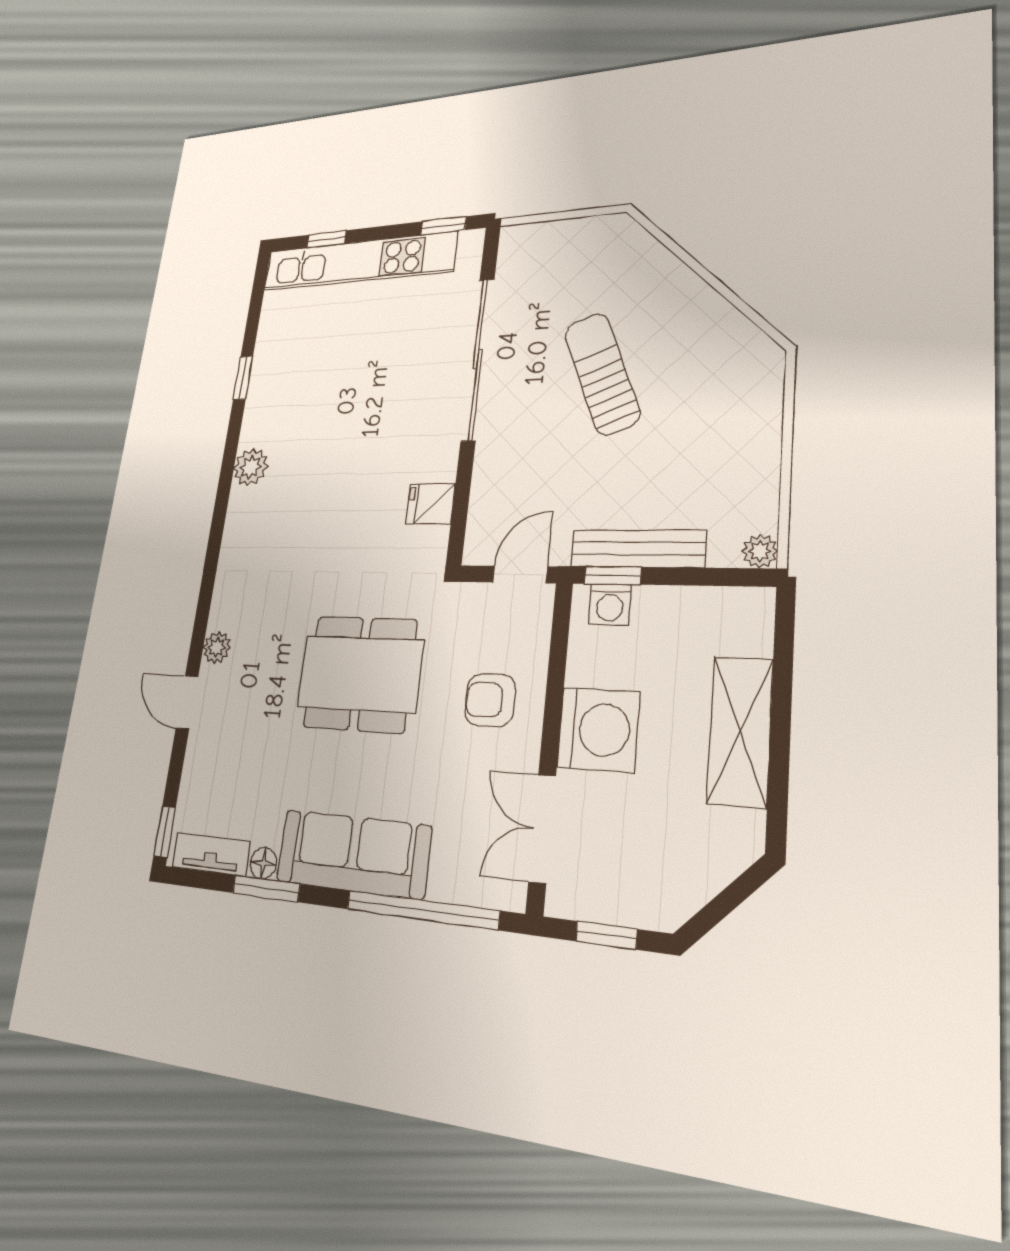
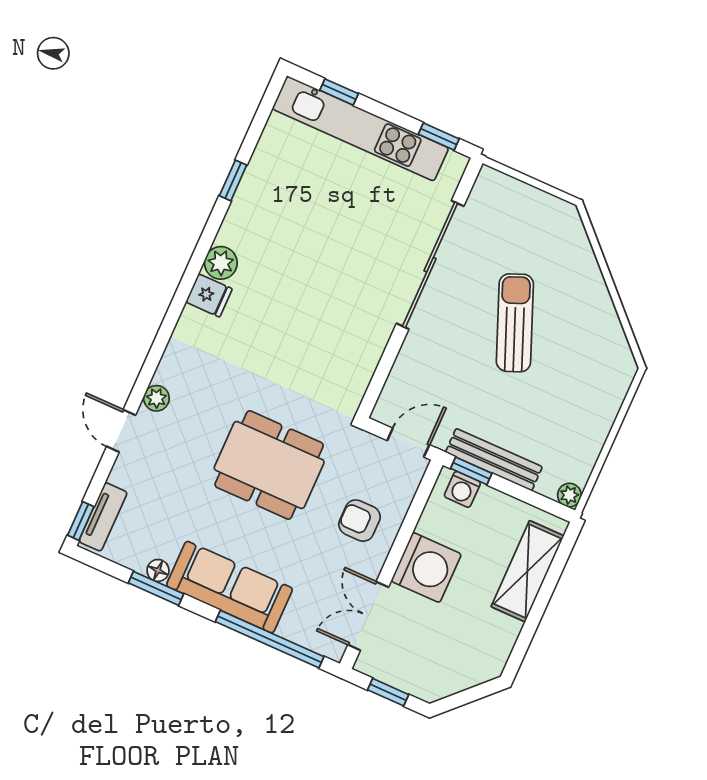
fridge: (431, 504) -> (209, 295), moved, turned 180
shelving: (740, 731) -> (527, 571), moved
tv unit: (211, 854) -> (103, 517), moved, turned 90

